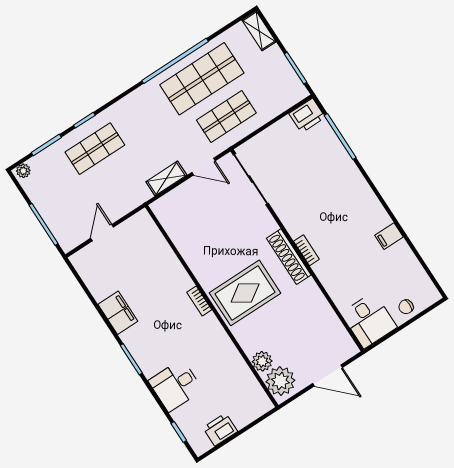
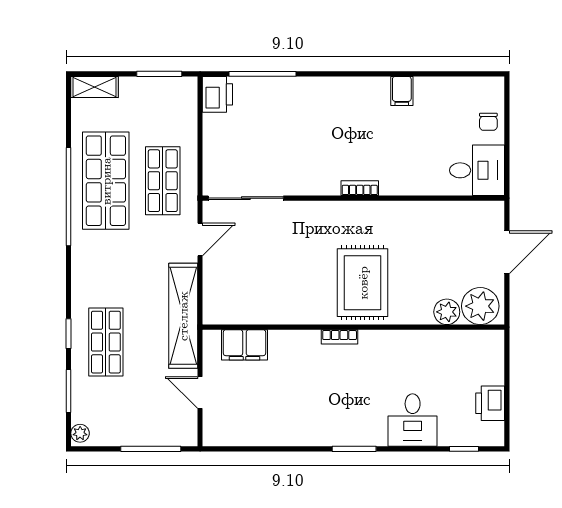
shelving: (166, 178) -> (183, 316), width x2.20, depth x1.33
shoe rack: (289, 257) -> (354, 211), removed
filing cabinet: (118, 313) -> (244, 345), moved, turned 180

